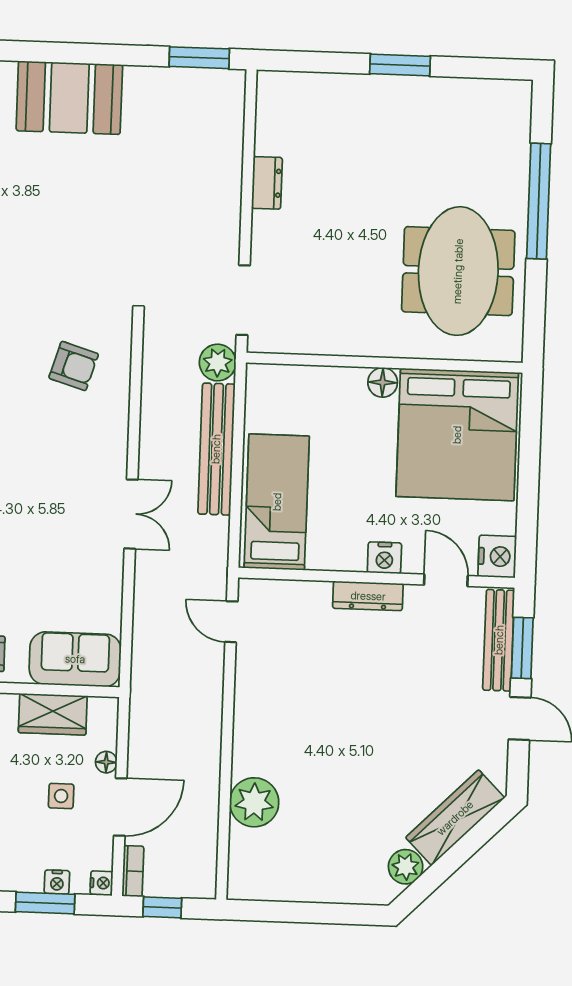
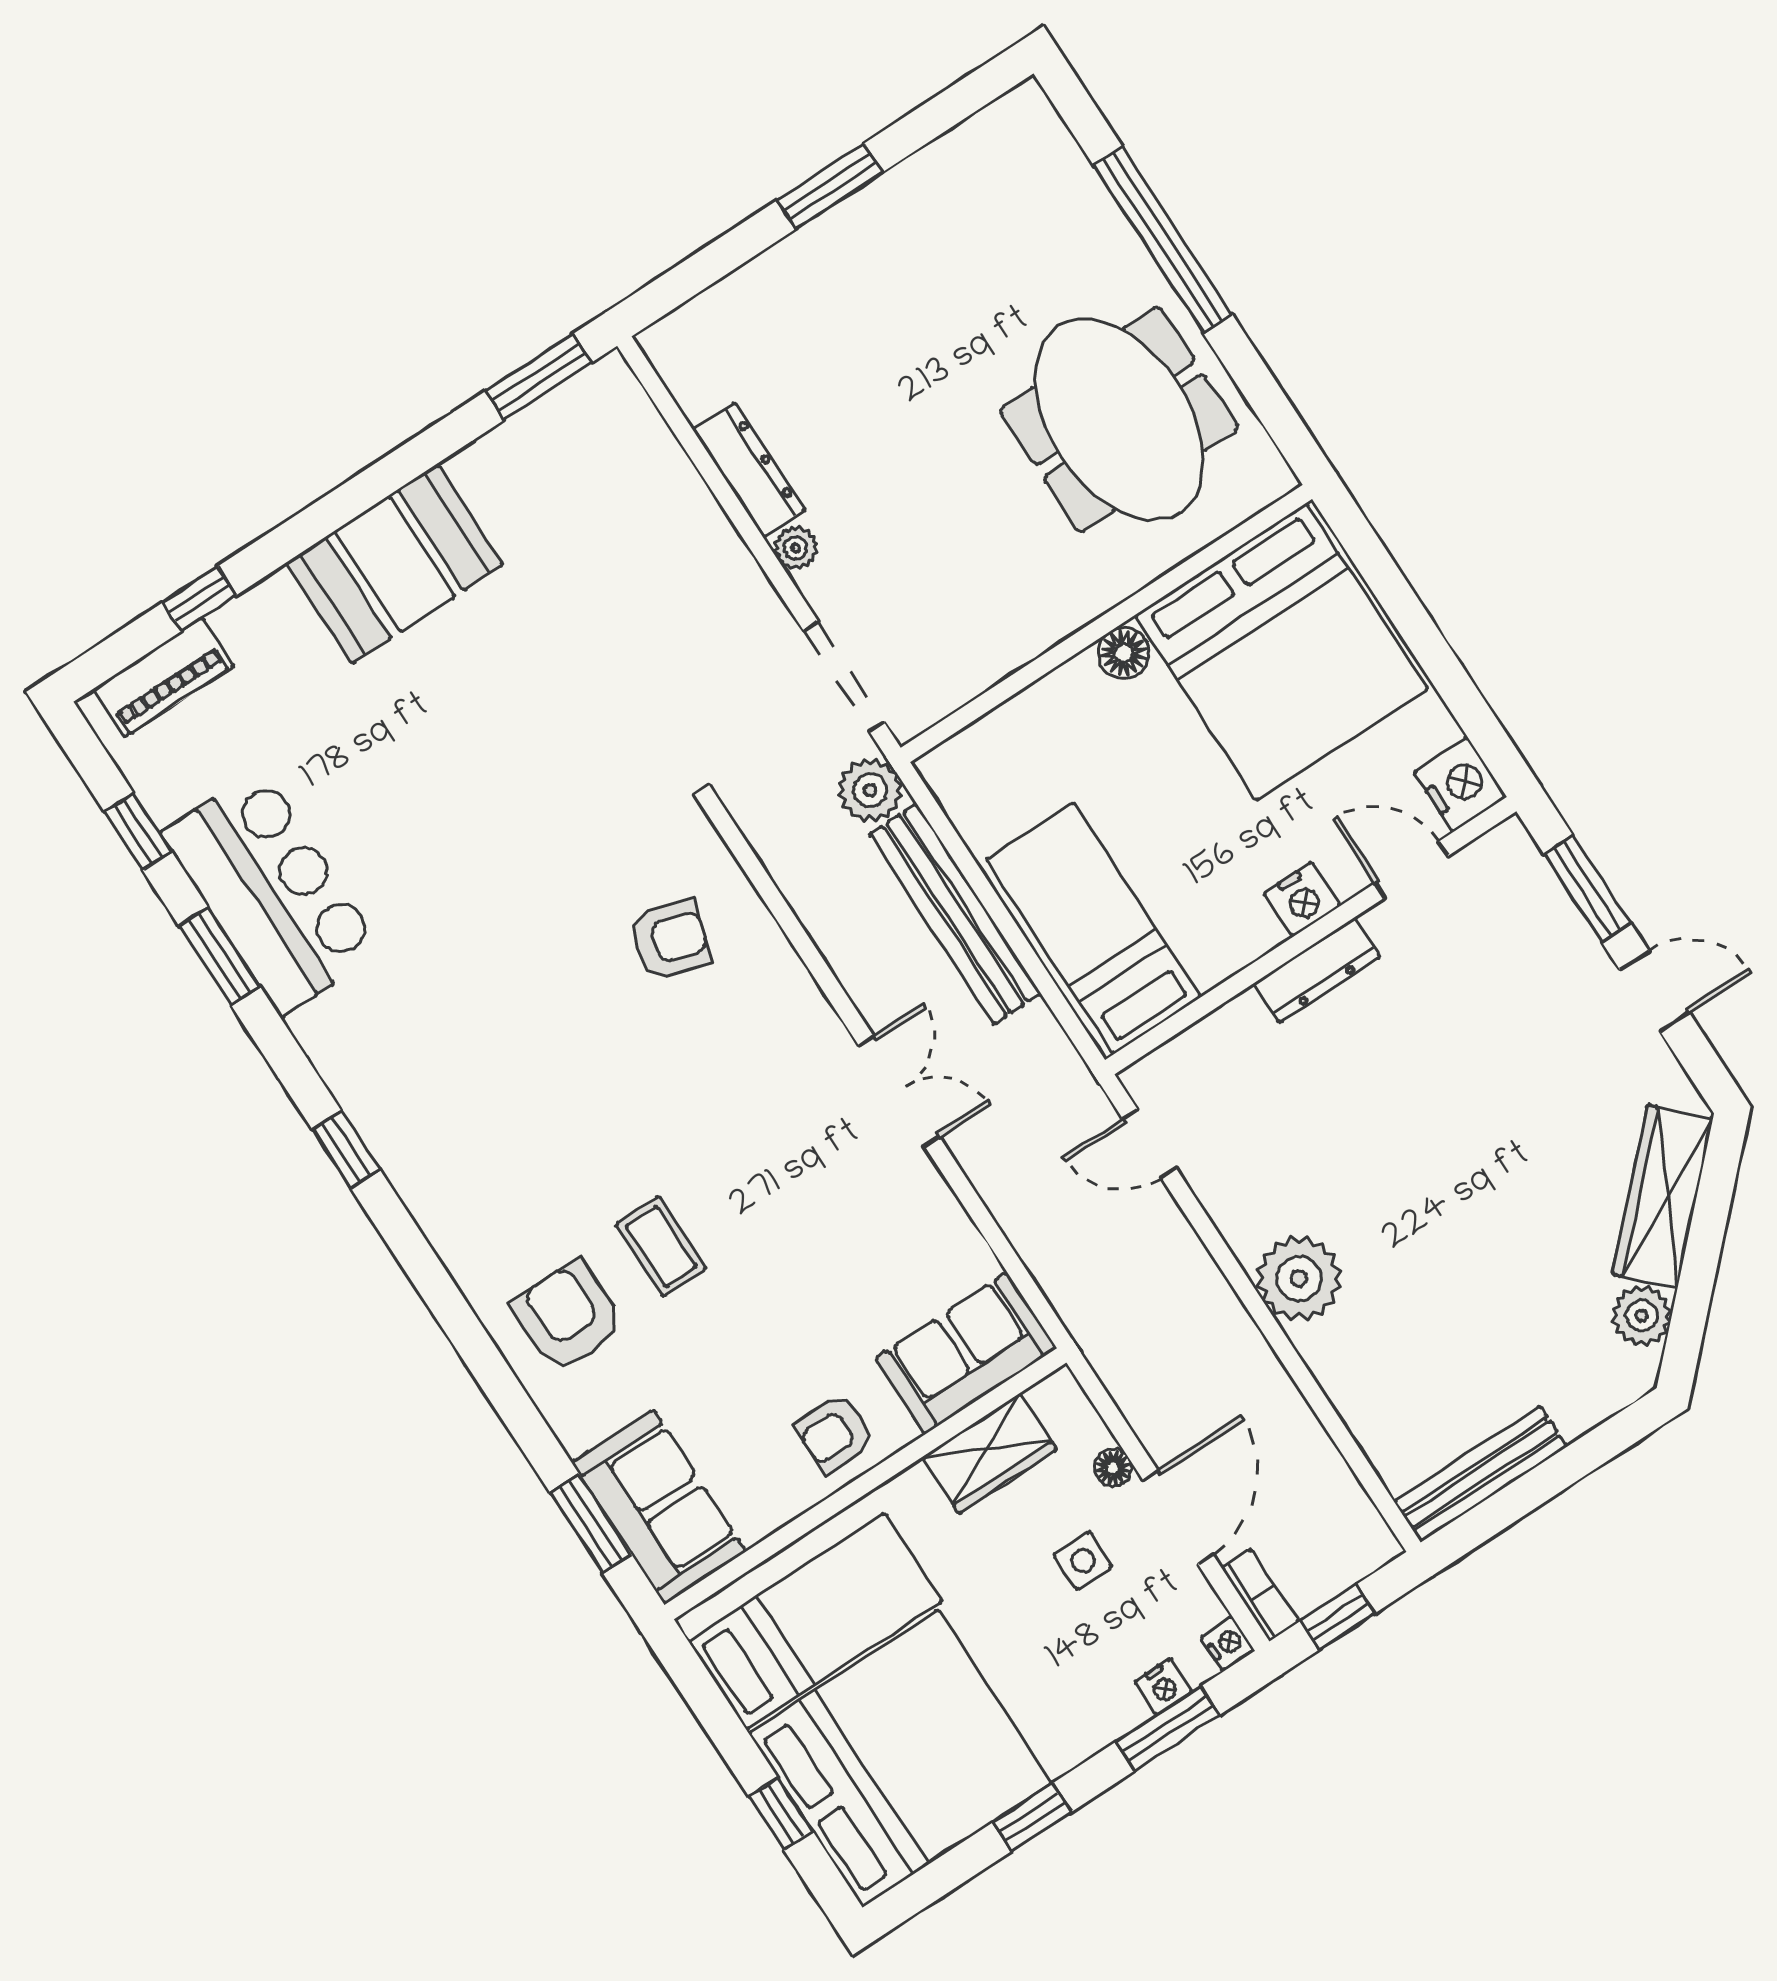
dresser: (267, 183) -> (749, 470), width x1.44
plant: (263, 224) -> (796, 548), added
bench: (499, 640) -> (1480, 1474), moved, turned 90
plant: (254, 802) -> (1299, 1279), moved

